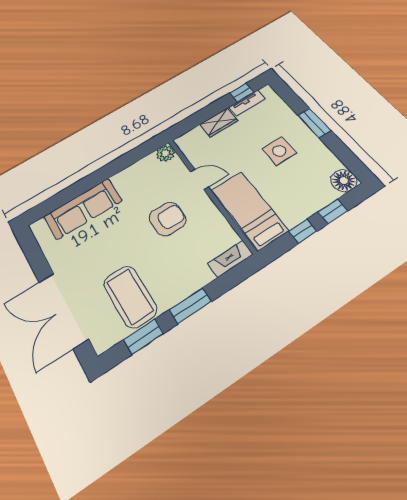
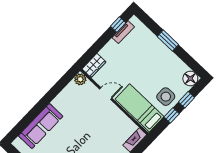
wardrobe: (219, 122) -> (94, 65), moved
side table: (279, 151) -> (166, 97), moved
armchair: (168, 219) -> (93, 123), removed

